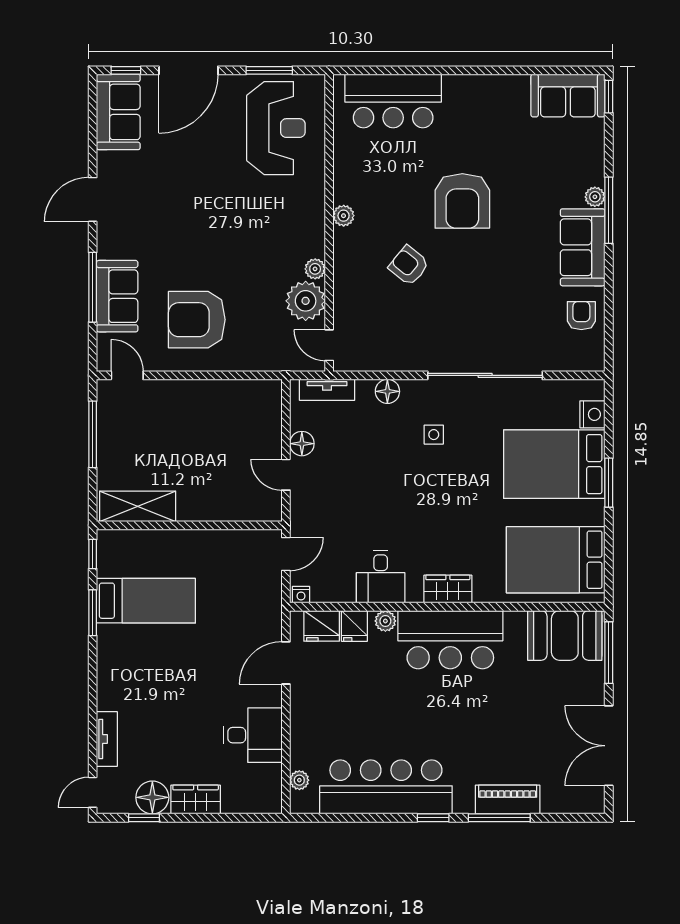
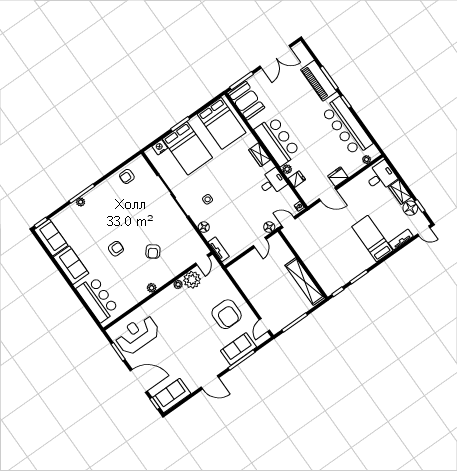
armchair: (462, 201) -> (116, 249), width x0.53, depth x0.53
sofa: (583, 247) -> (71, 265), moved, turned -90
floor lamp: (302, 444) -> (269, 227), moved
shelving: (138, 506) -> (305, 281), width x1.47
bed: (146, 601) -> (372, 239), moved
fridge: (322, 626) -> (338, 177), moved, turned -90
desk: (253, 735) -> (381, 176), moved, turned 90
piano: (508, 799) -> (319, 81), width x1.37, depth x1.33

